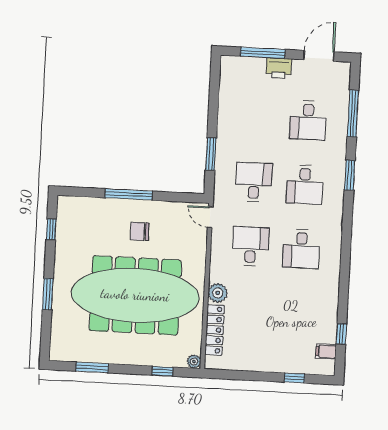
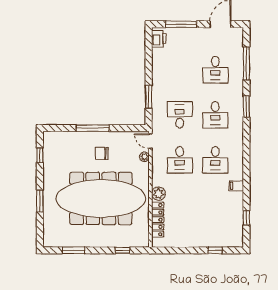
printer: (279, 68) -> (159, 39), moved, turned -90
desk: (251, 246) -> (180, 160), turned 180
filing cabinet: (326, 351) -> (236, 186), moved
plant: (194, 362) -> (144, 157), moved

